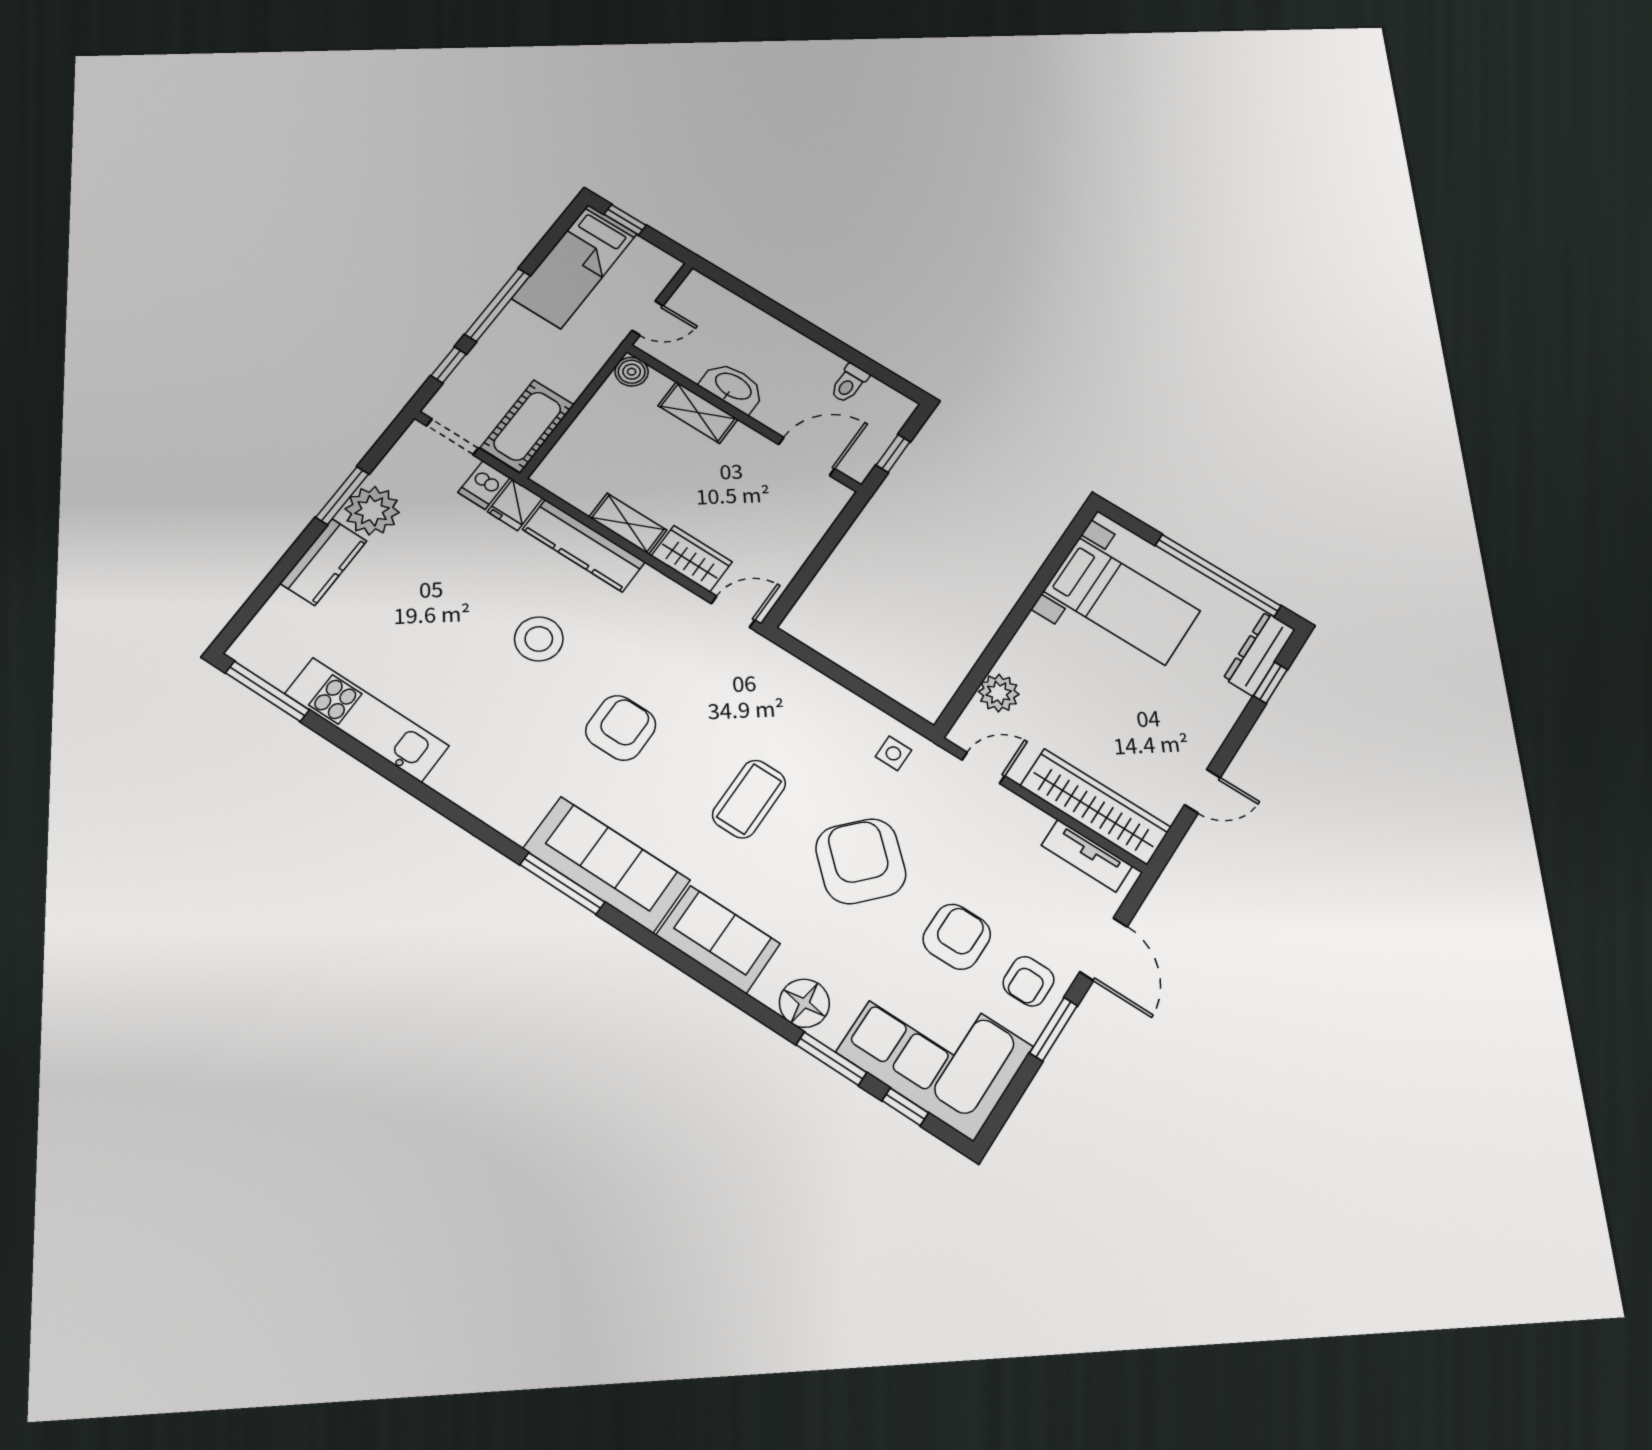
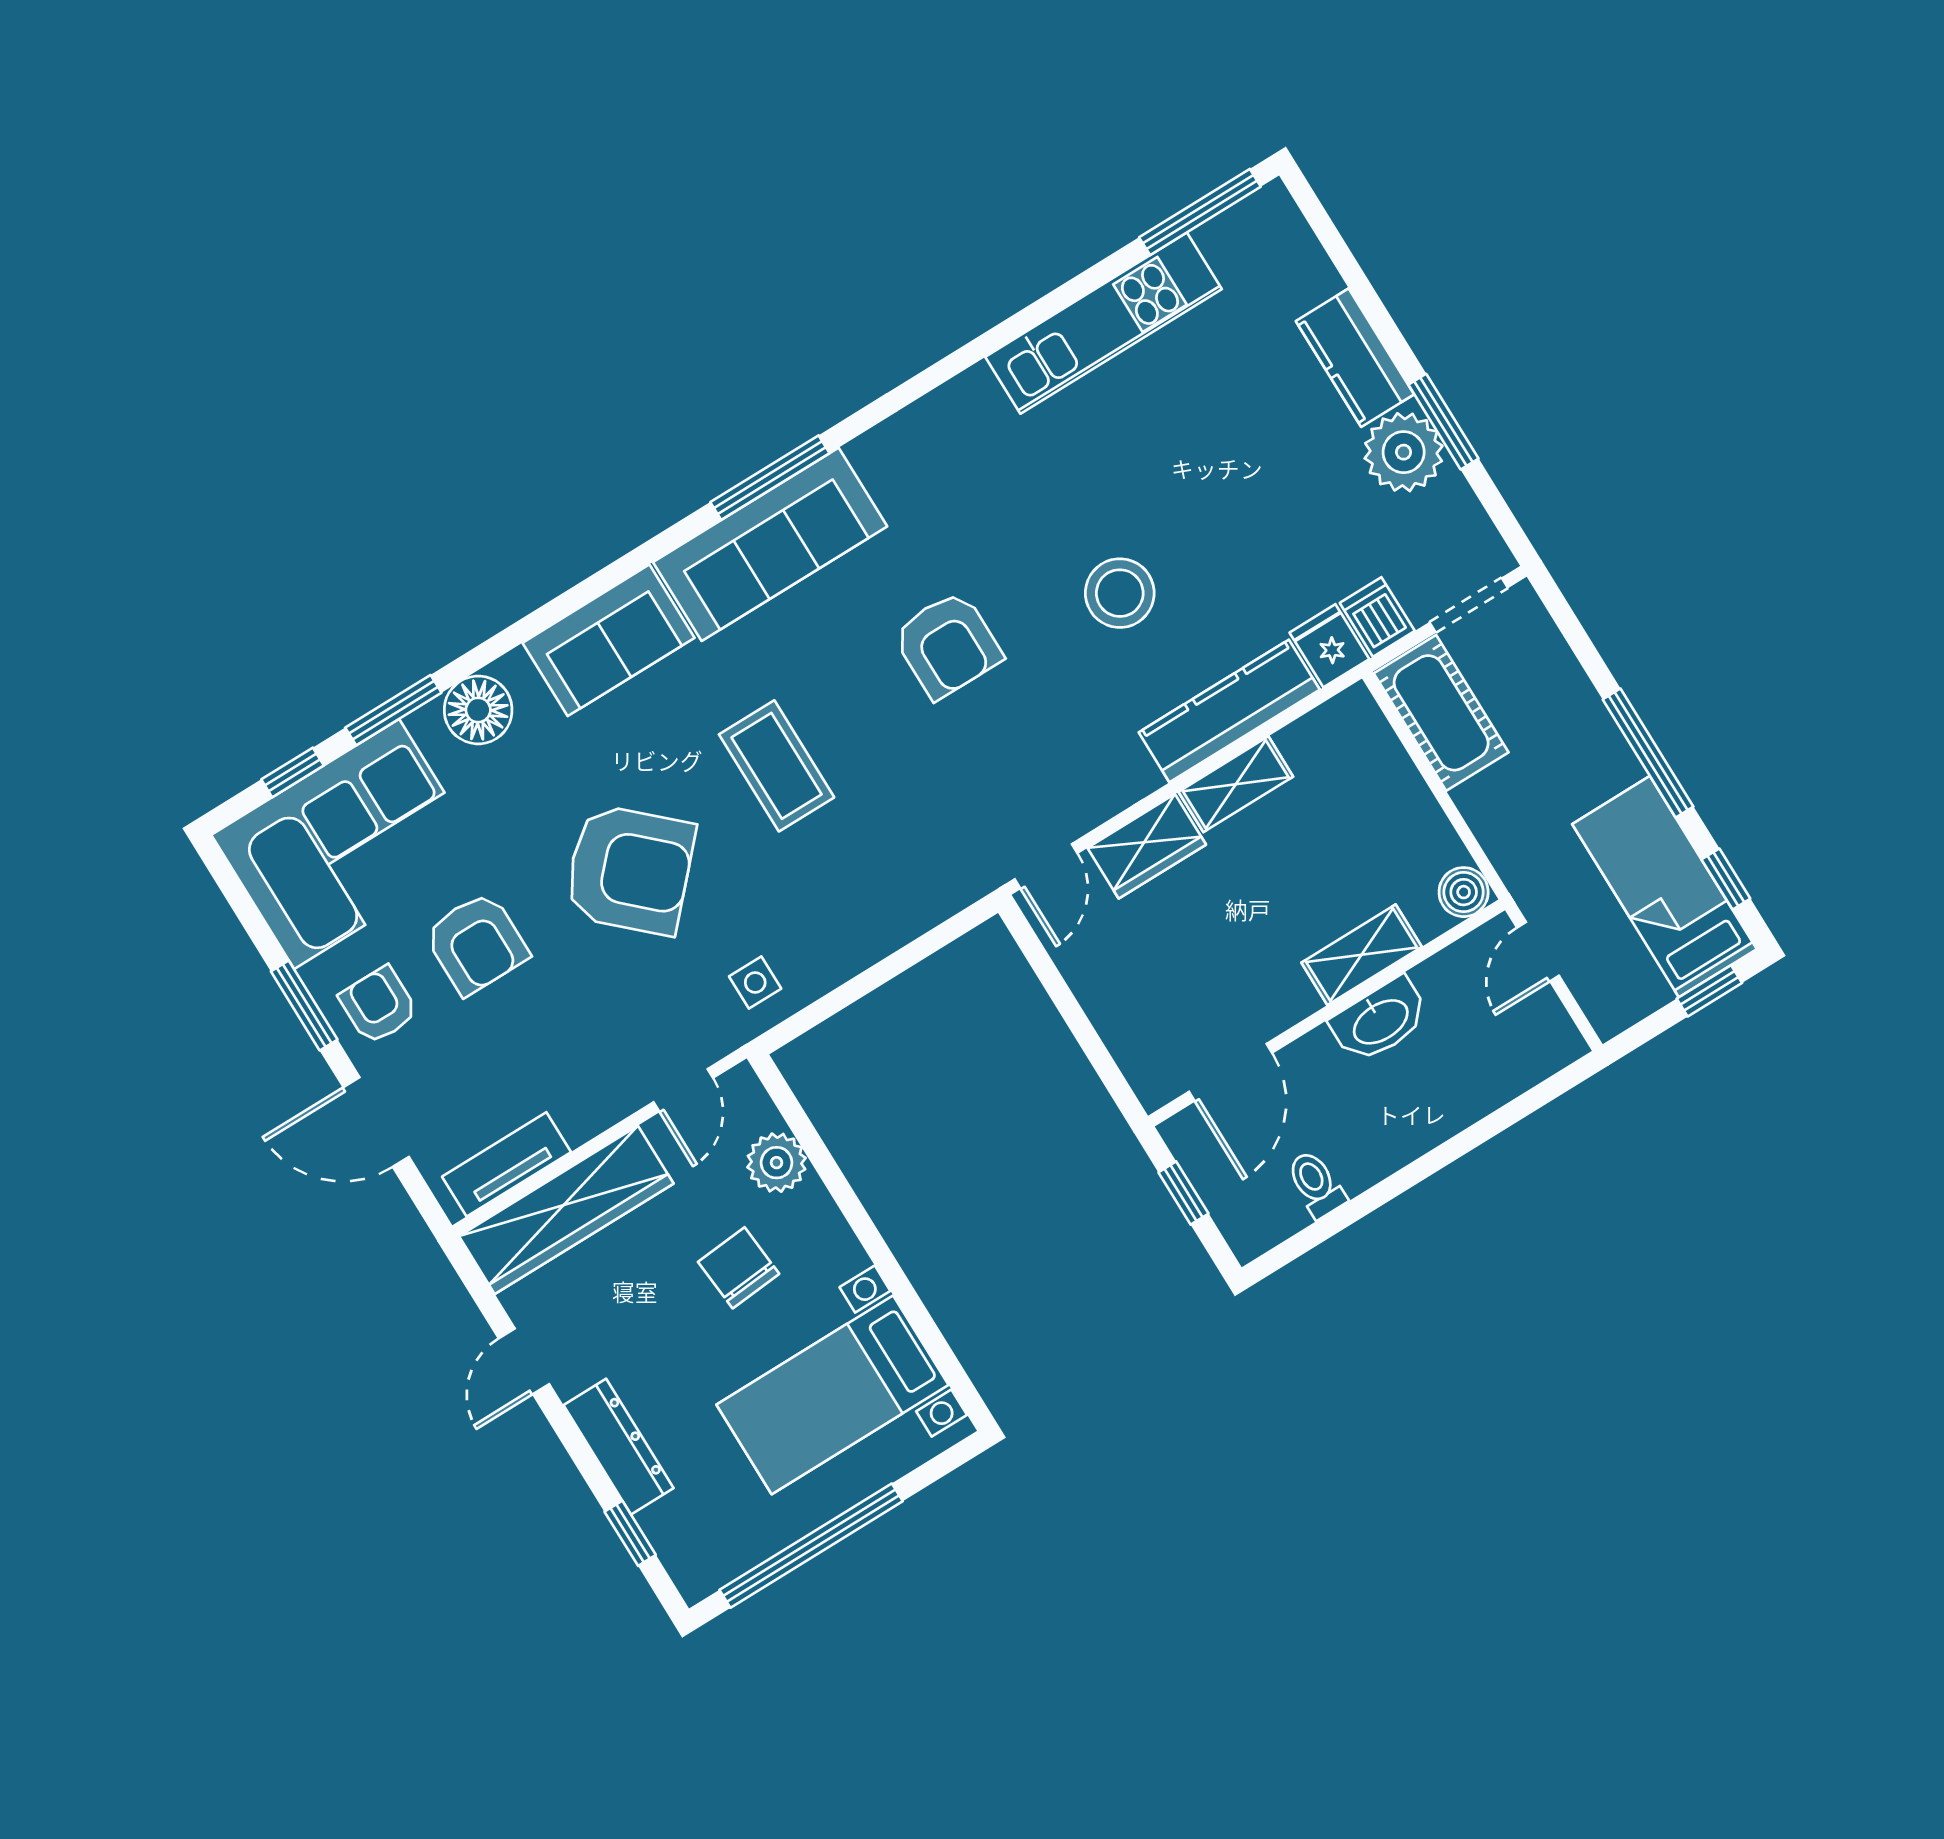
window: (449, 365) -> (1726, 879), moved
dresser: (1259, 654) -> (618, 1447), moved
chair: (1075, 688) -> (739, 1268), added

